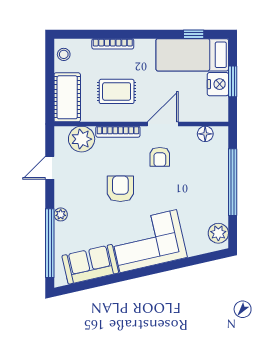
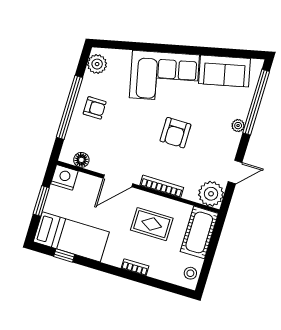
bookcase: (113, 44) -> (135, 267), width x0.64
nightstand: (218, 84) -> (64, 177), moved, turned 90
plant: (82, 139) -> (211, 194), moved
armchair: (160, 157) -> (95, 108), moved, turned 90

